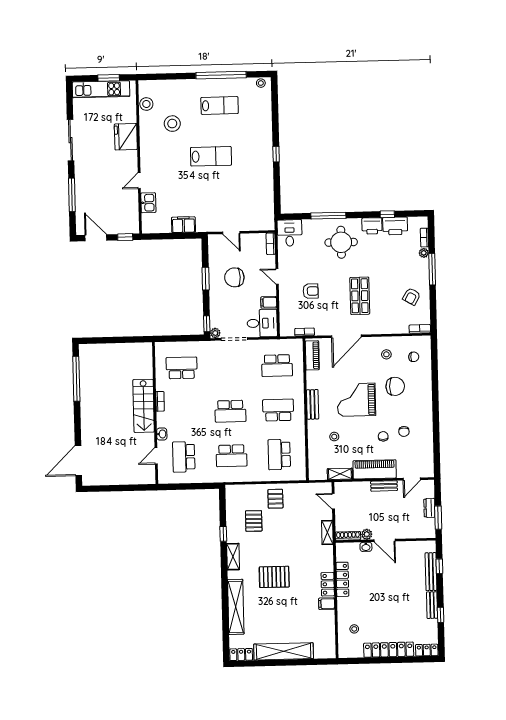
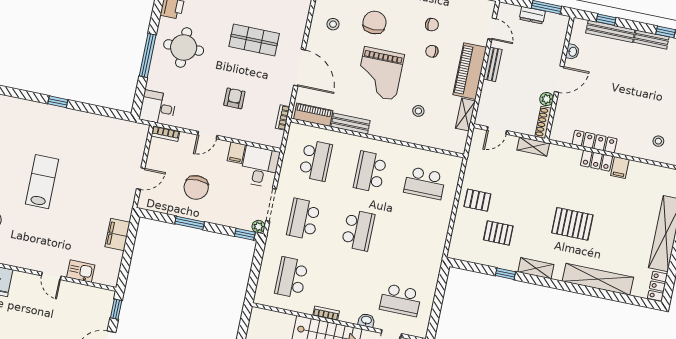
bench: (313, 404) -> (350, 124), moved
school desk: (231, 456) -> (304, 219), moved, turned 180
washbasin: (366, 547) -> (572, 52), moved
pallet: (274, 577) -> (572, 224), turned 90

